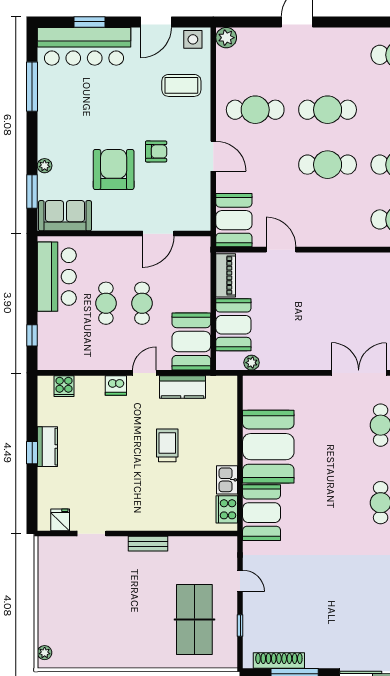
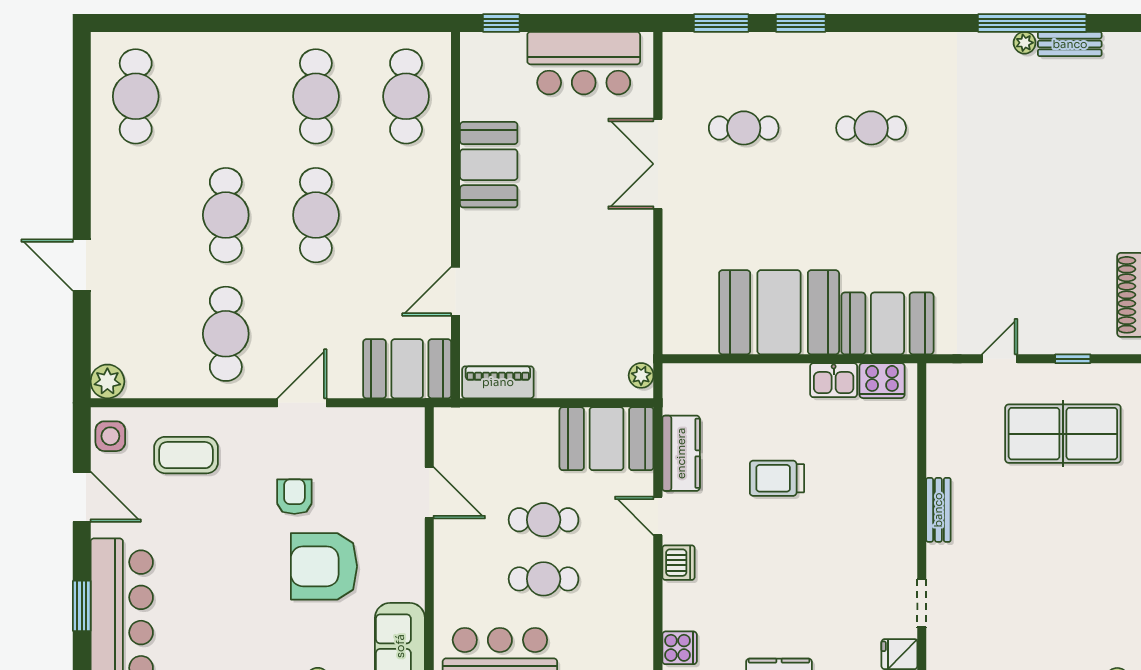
coffee table: (181, 85) -> (186, 455), turned 90
booth: (233, 325) -> (489, 165), moved, turned 90
plant: (252, 363) -> (641, 375), moved

